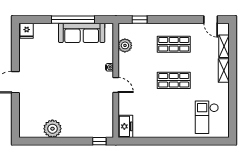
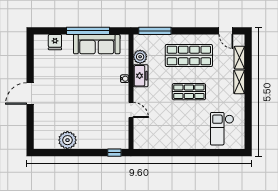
window: (140, 20) -> (155, 31), width x2.17
fridge: (27, 31) -> (55, 42), moved
shop shelf: (174, 44) -> (189, 55), width x1.43, depth x1.36
door: (116, 85) -> (131, 110), moved
freezer: (125, 126) -> (141, 76), moved

